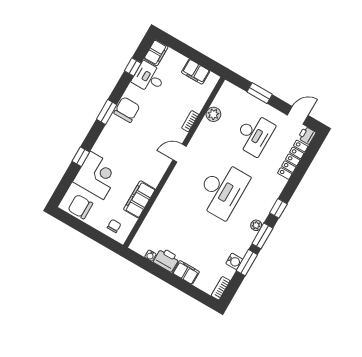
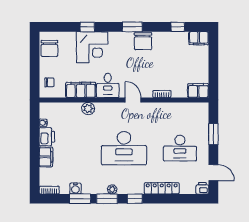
filing cabinet: (196, 72) -> (198, 91), moved, turned 90
desk: (149, 78) -> (108, 85), moved, turned 180
chair: (127, 110) -> (143, 41), turned 90
plant: (213, 114) -> (88, 109), moved
locker: (293, 160) -> (162, 188), moved
corner desk: (97, 175) -> (92, 47), moved
chair: (80, 207) -> (49, 49), turned 180

